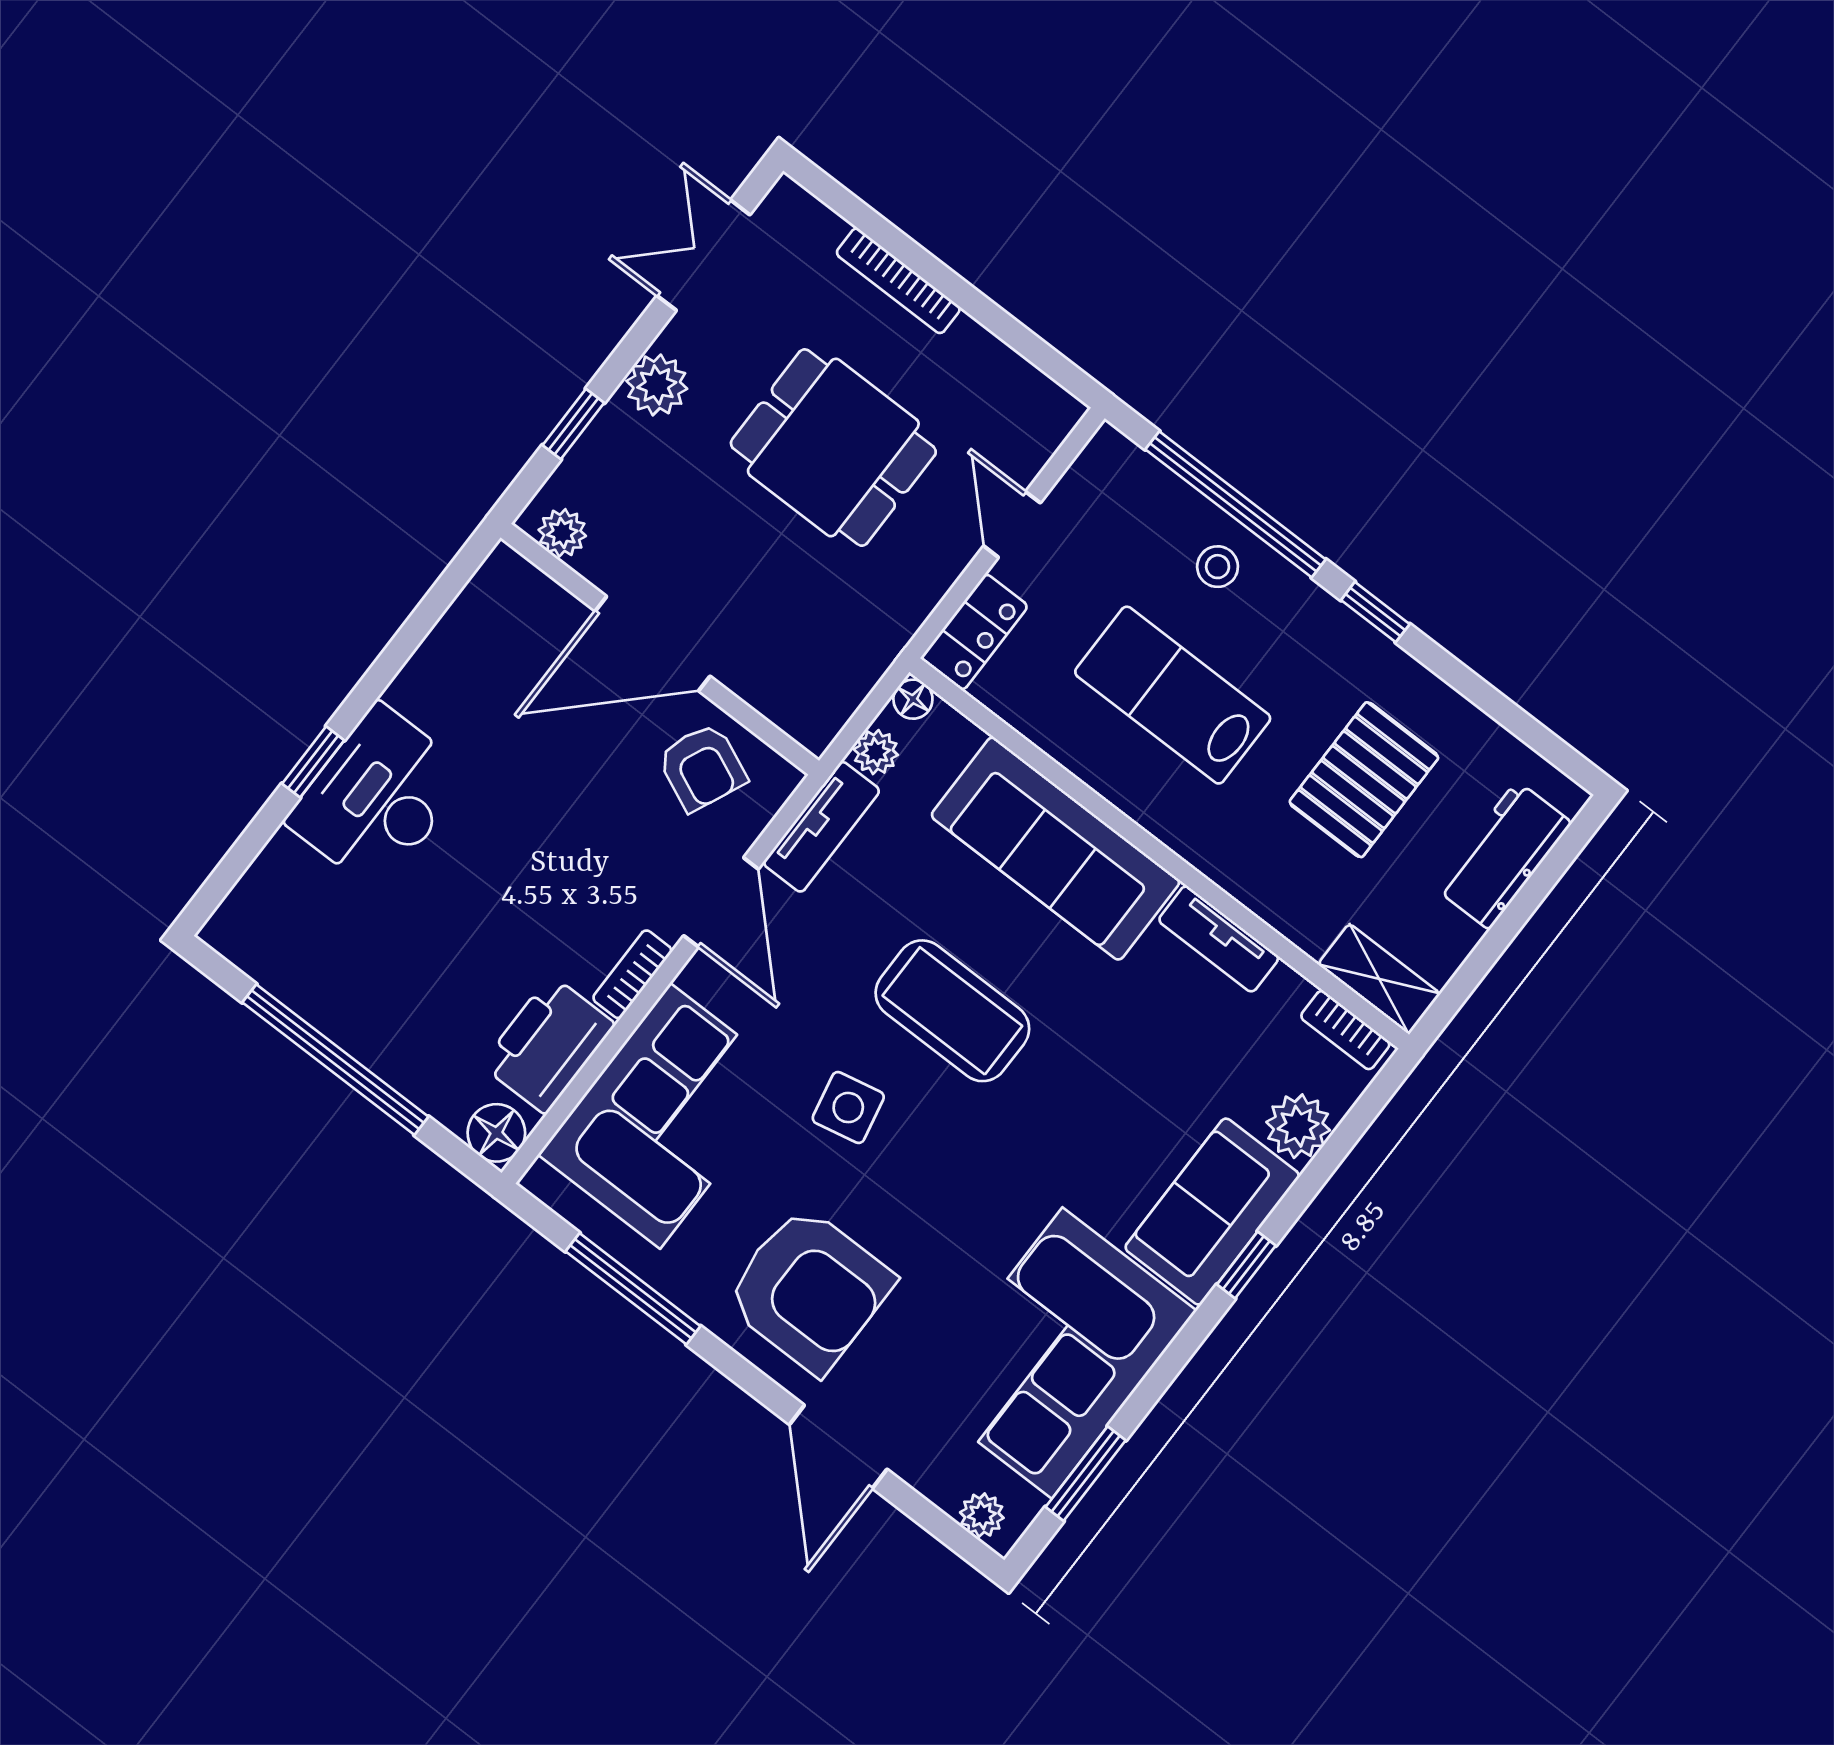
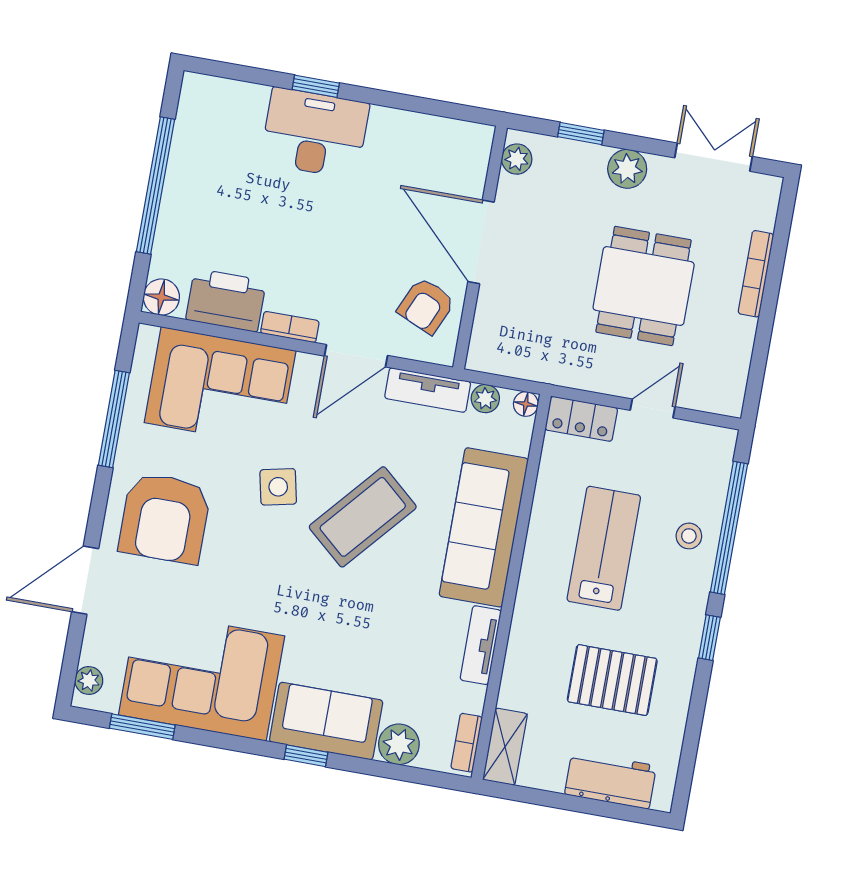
coffee table: (952, 1011) -> (363, 517), turned 41

